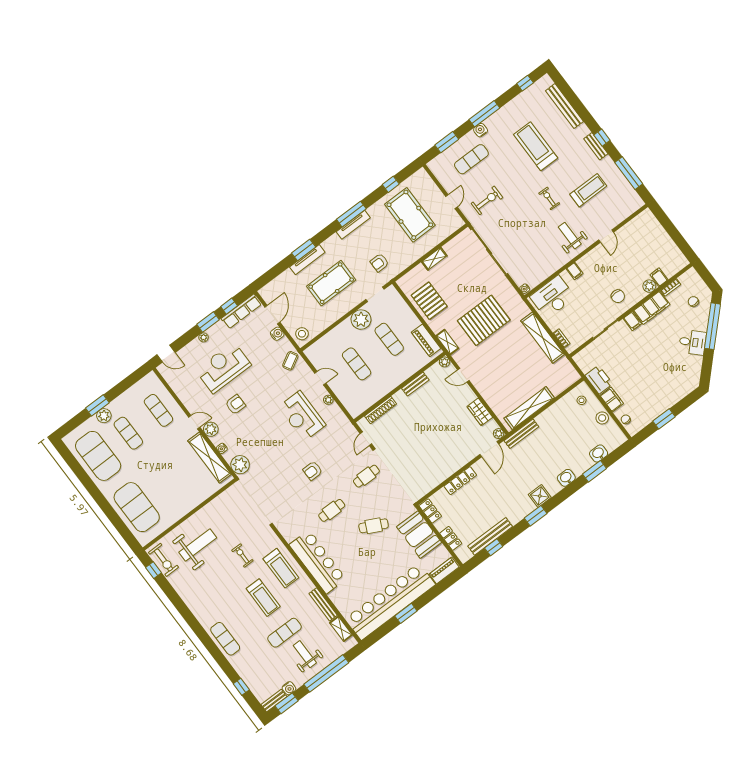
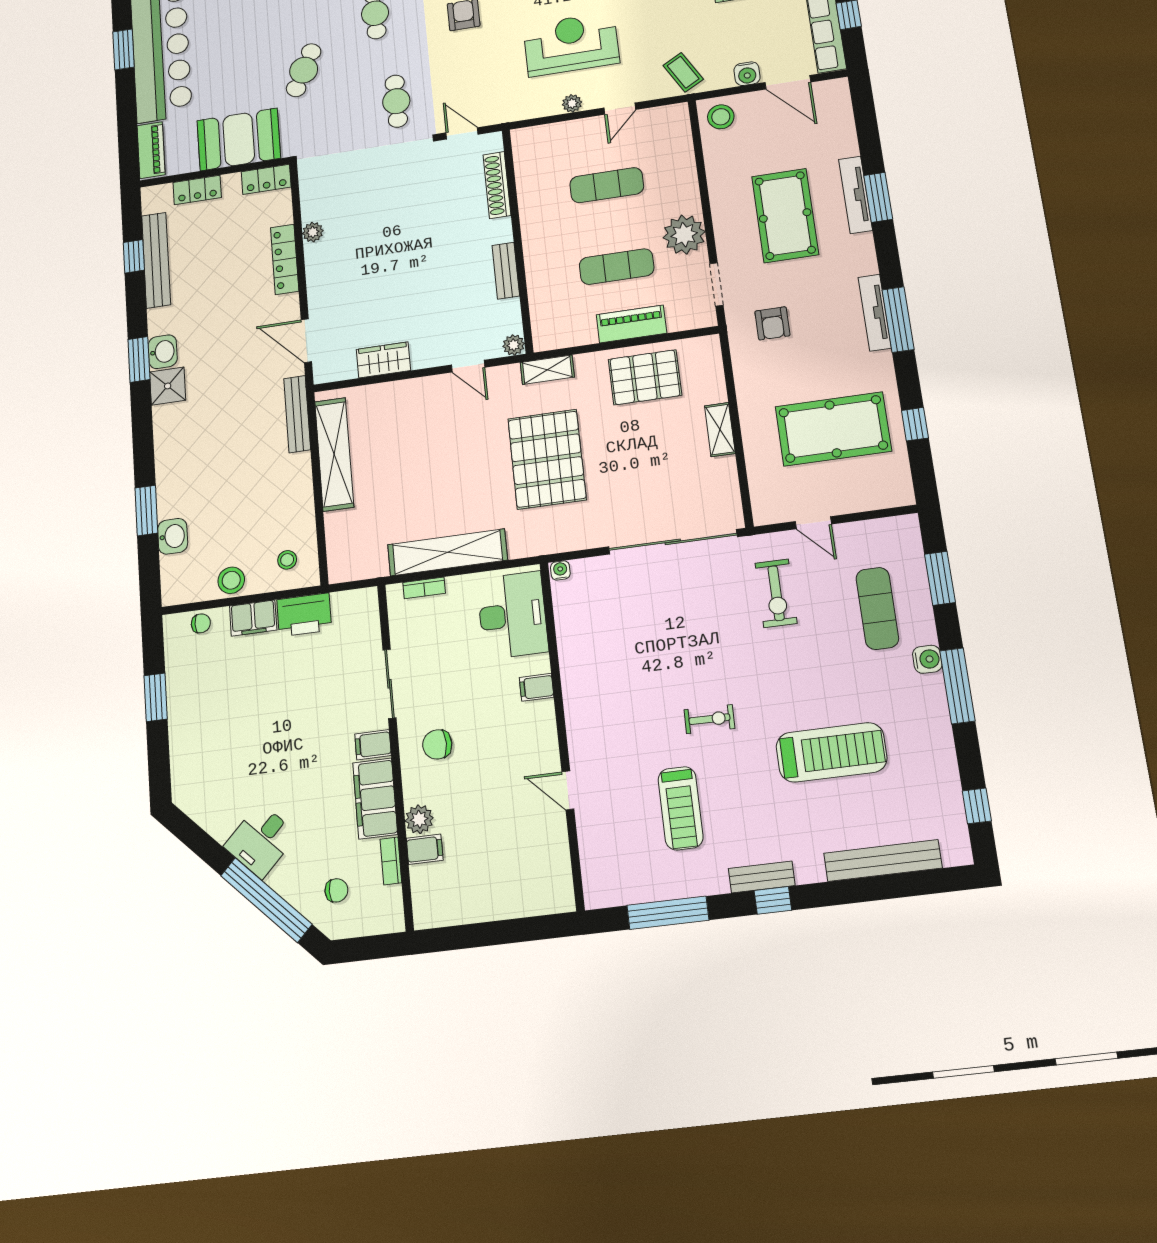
weight bench: (570, 236) -> (612, 718), removed
armchair: (379, 263) -> (772, 323), turned 180
piano: (426, 340) -> (631, 324), moved
door: (463, 375) -> (468, 366), swing flipped
plant: (499, 434) -> (313, 232), moved
washbasin: (566, 478) -> (163, 352), moved

